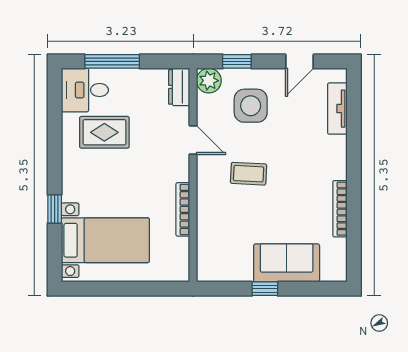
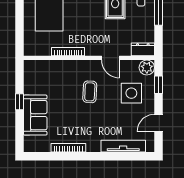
door: (300, 61) -> (158, 123), hinge flipped
tv unit: (337, 109) -> (123, 146), width x1.41
door: (193, 140) -> (110, 58), hinge flipped

